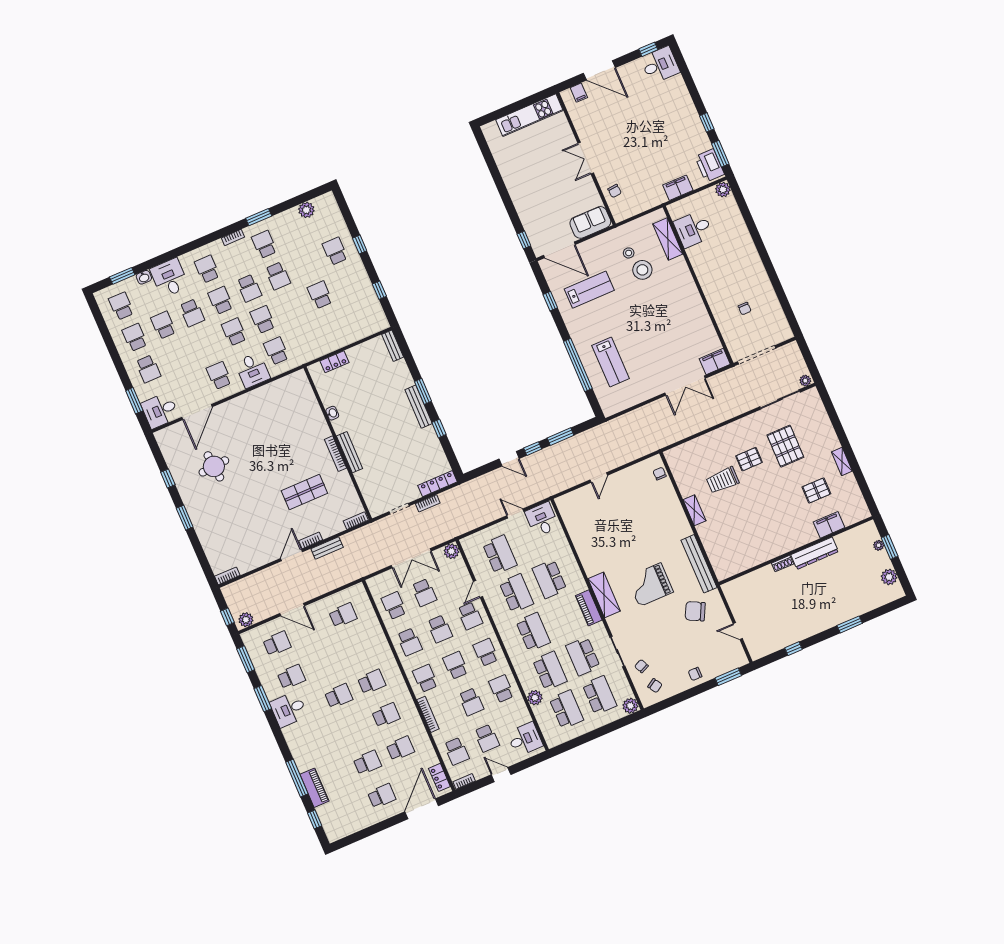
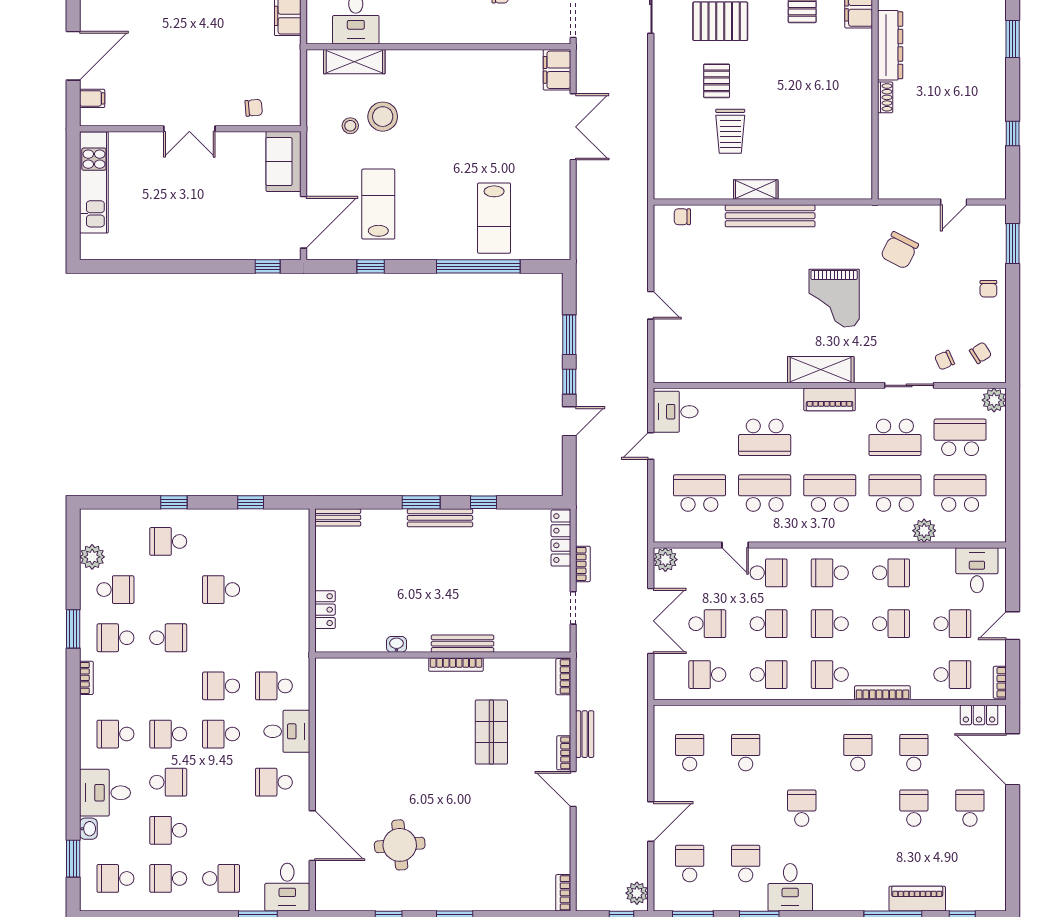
school desk: (249, 288) -> (115, 590), moved
lab bench: (611, 362) -> (494, 218), turned 90
bench: (699, 564) -> (770, 216), moved
school desk: (372, 682) -> (746, 753), moved
school desk: (501, 689) -> (891, 573), turned 180

